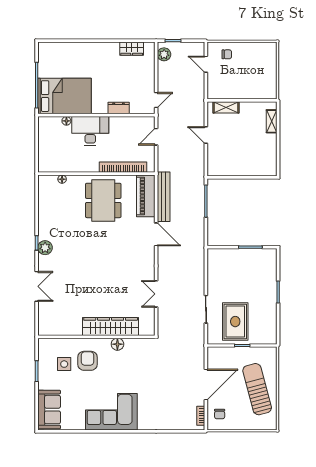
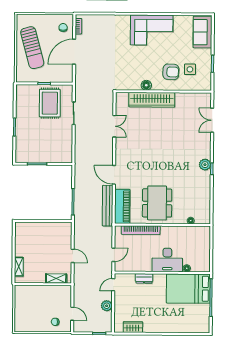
plant: (164, 54) -> (107, 306), moved
double door: (37, 286) -> (212, 120), moved
armchair: (88, 361) -> (171, 72), turned -87

